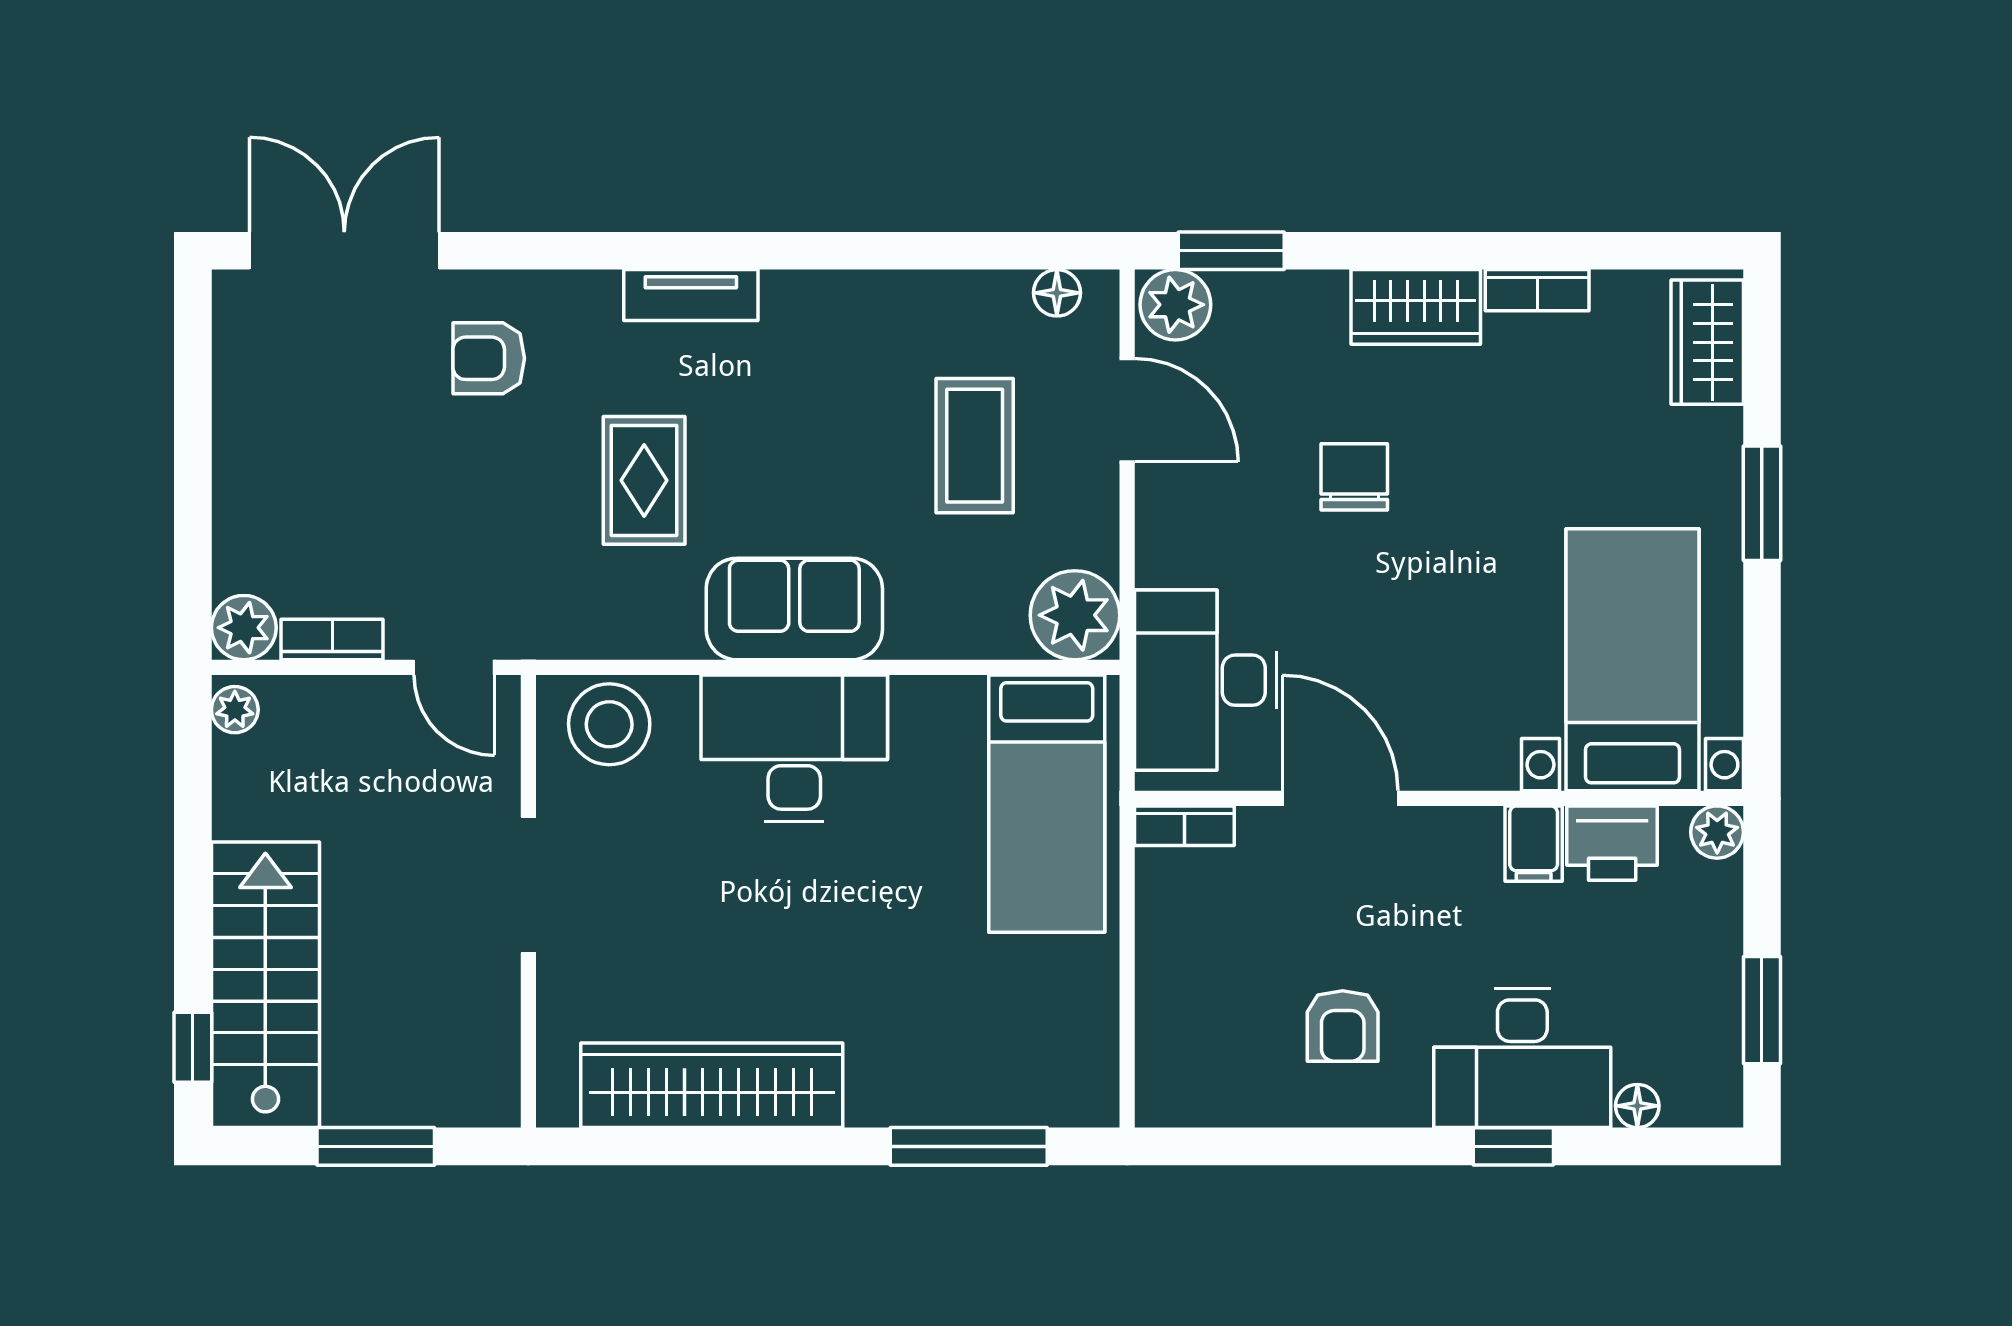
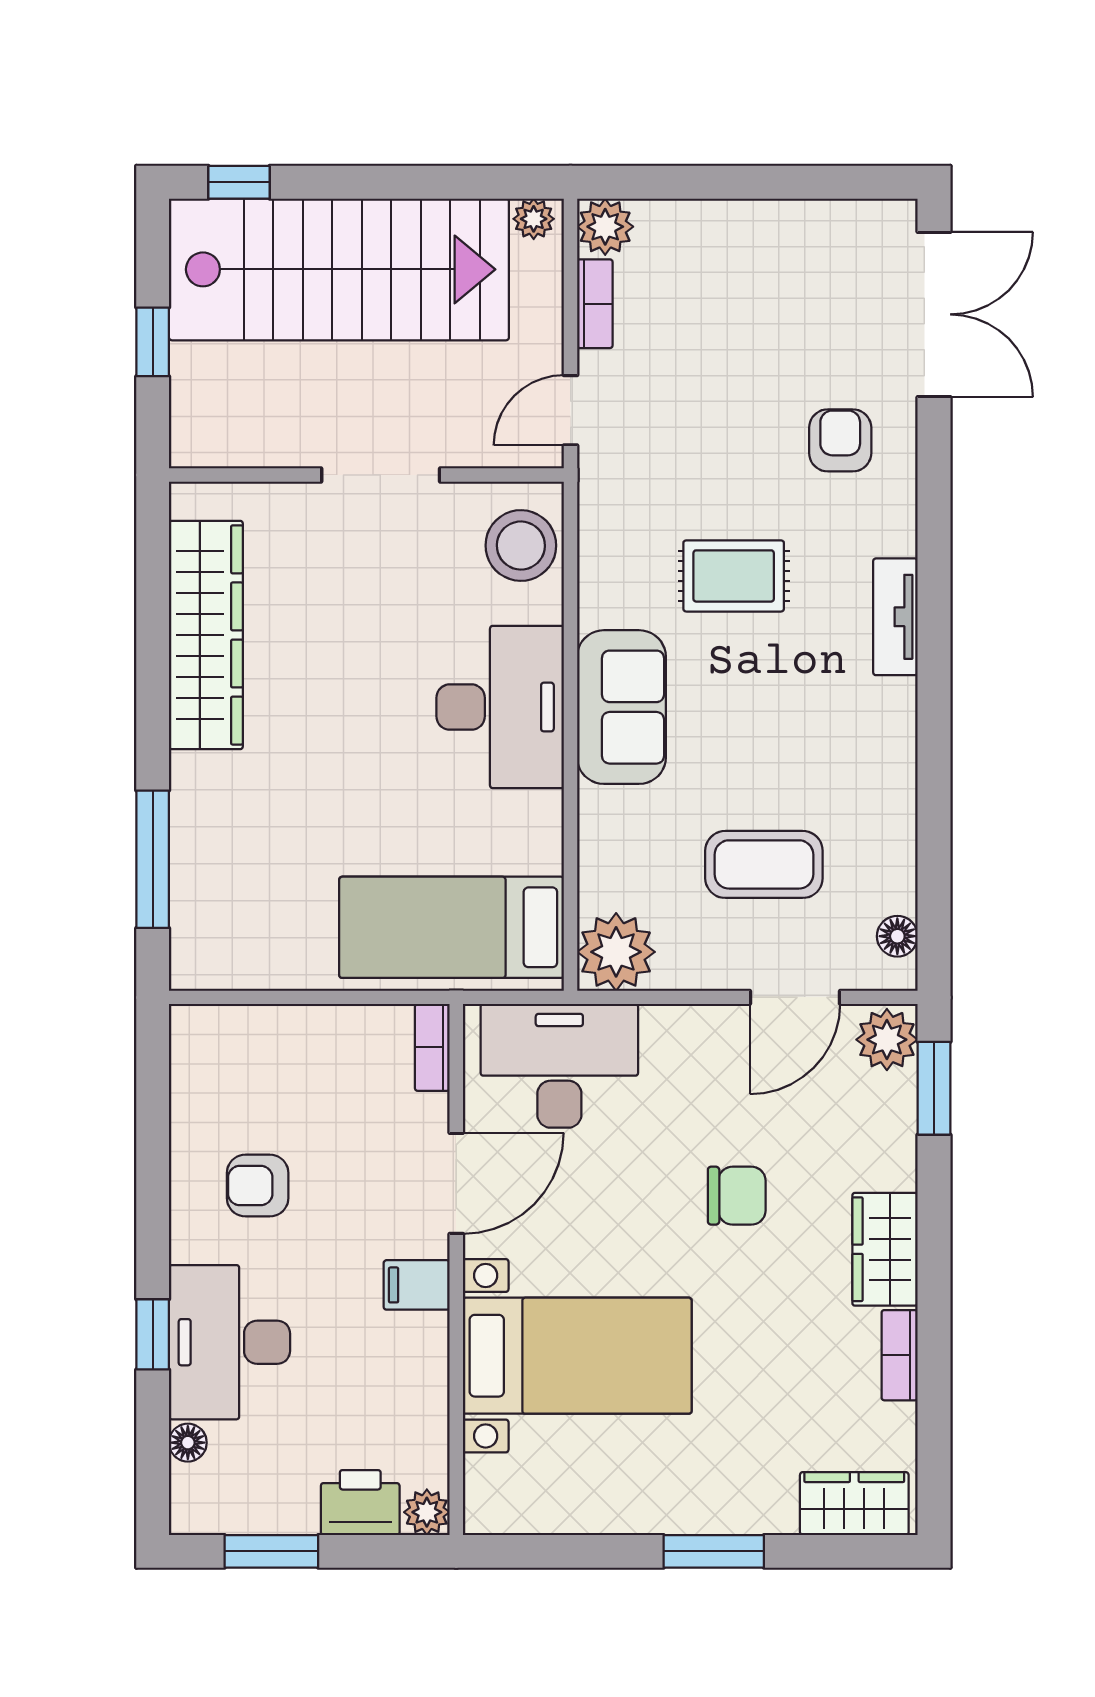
bed with nightstands: (1632, 660) -> (577, 1356), moved
printer: (1612, 843) -> (360, 1503), moved, turned 90
filing cabinet: (1534, 844) -> (417, 1285), moved
stairs: (265, 985) -> (339, 269), width x1.36, depth x1.51
window: (376, 1146) -> (153, 342), width x0.67

